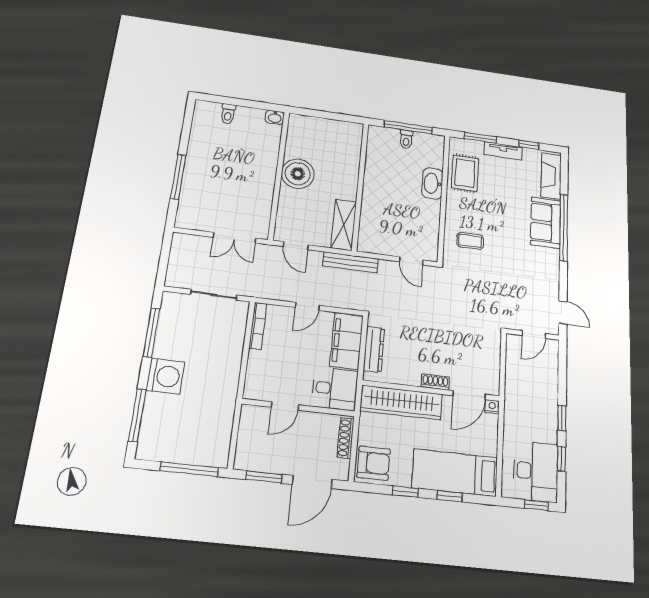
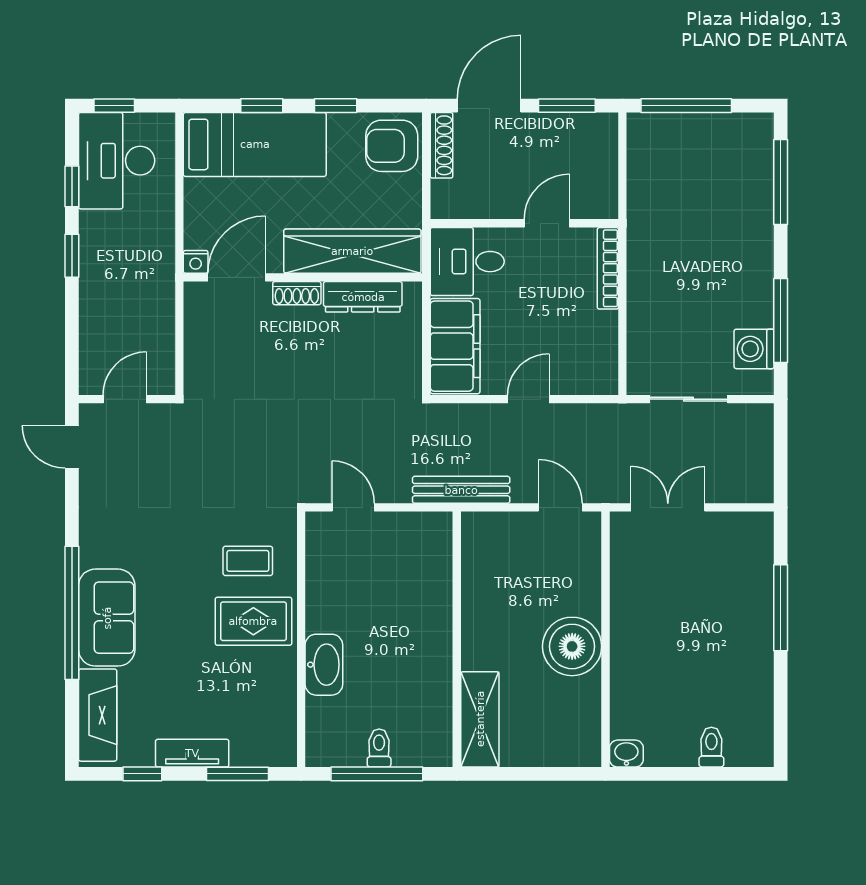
rug: (465, 173) -> (253, 621), moved, turned 90
shelving: (344, 225) -> (480, 719), moved
bookcase: (258, 326) -> (608, 268), moved
dresser: (374, 349) -> (363, 297), moved, turned -90
washing machine: (165, 376) -> (754, 349), moved, width x0.73, depth x0.73
shoe rack: (346, 438) -> (442, 145), moved

